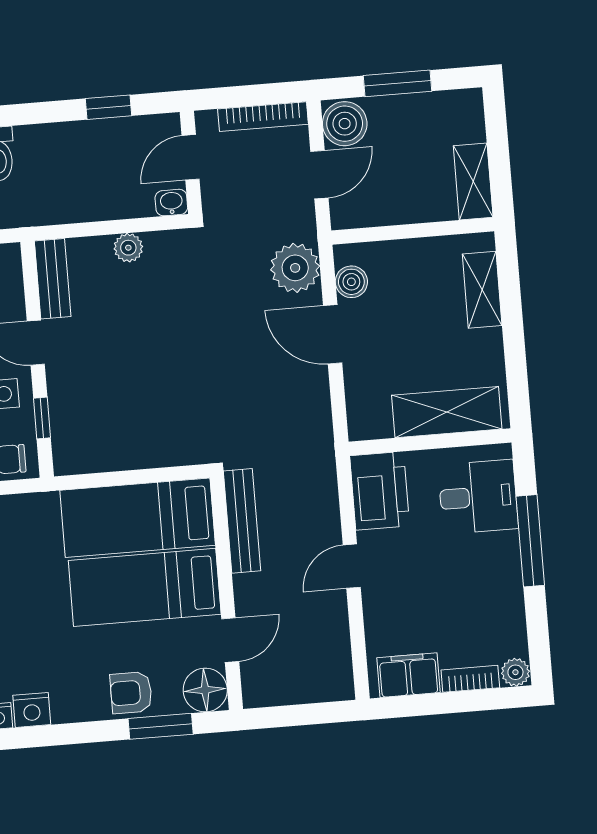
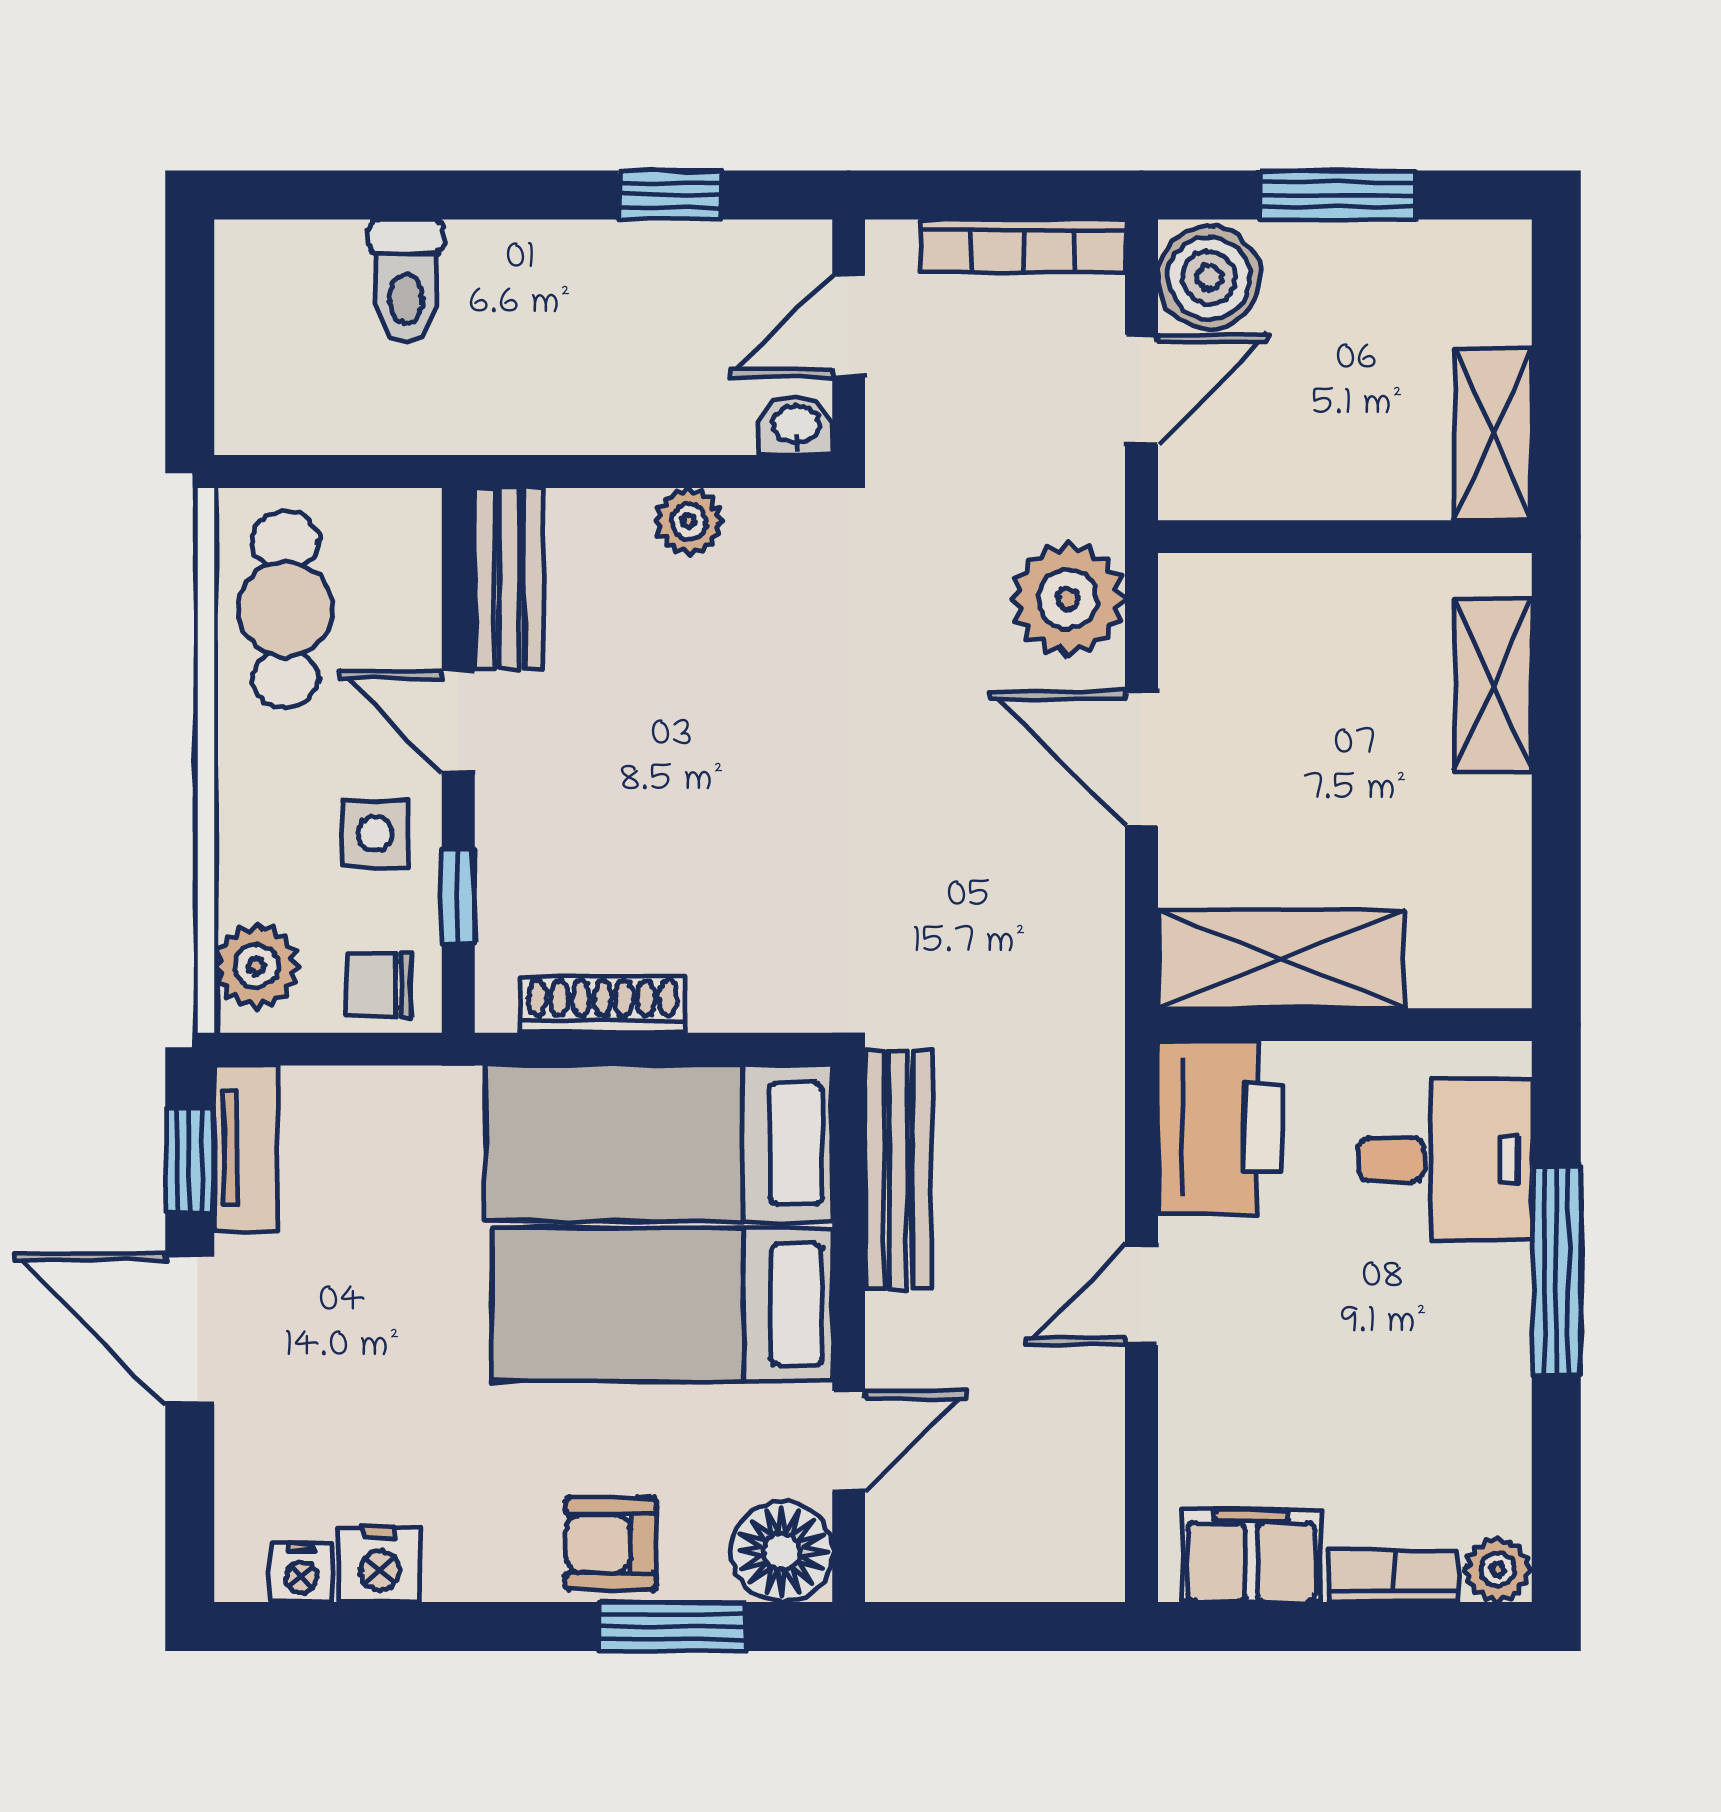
boiler: (351, 282) -> (1195, 642), removed
shelving: (447, 412) -> (1281, 959), moved
shoe rack: (108, 460) -> (603, 1005), added

